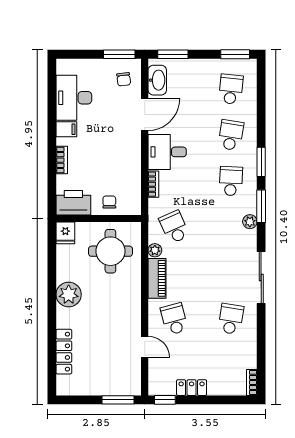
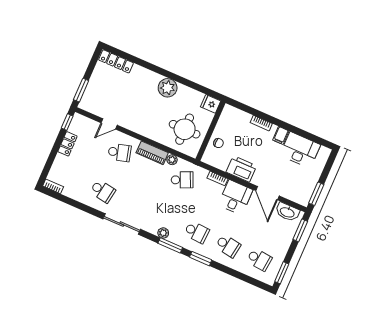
chair: (124, 79) -> (298, 189), removed
printer: (73, 203) -> (241, 169), moved, turned -90
locker: (64, 352) -> (116, 61), moved

